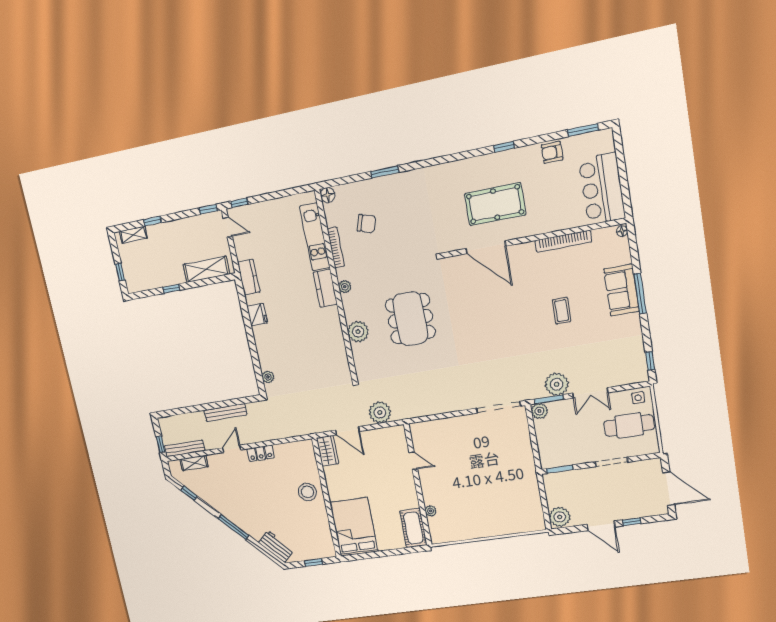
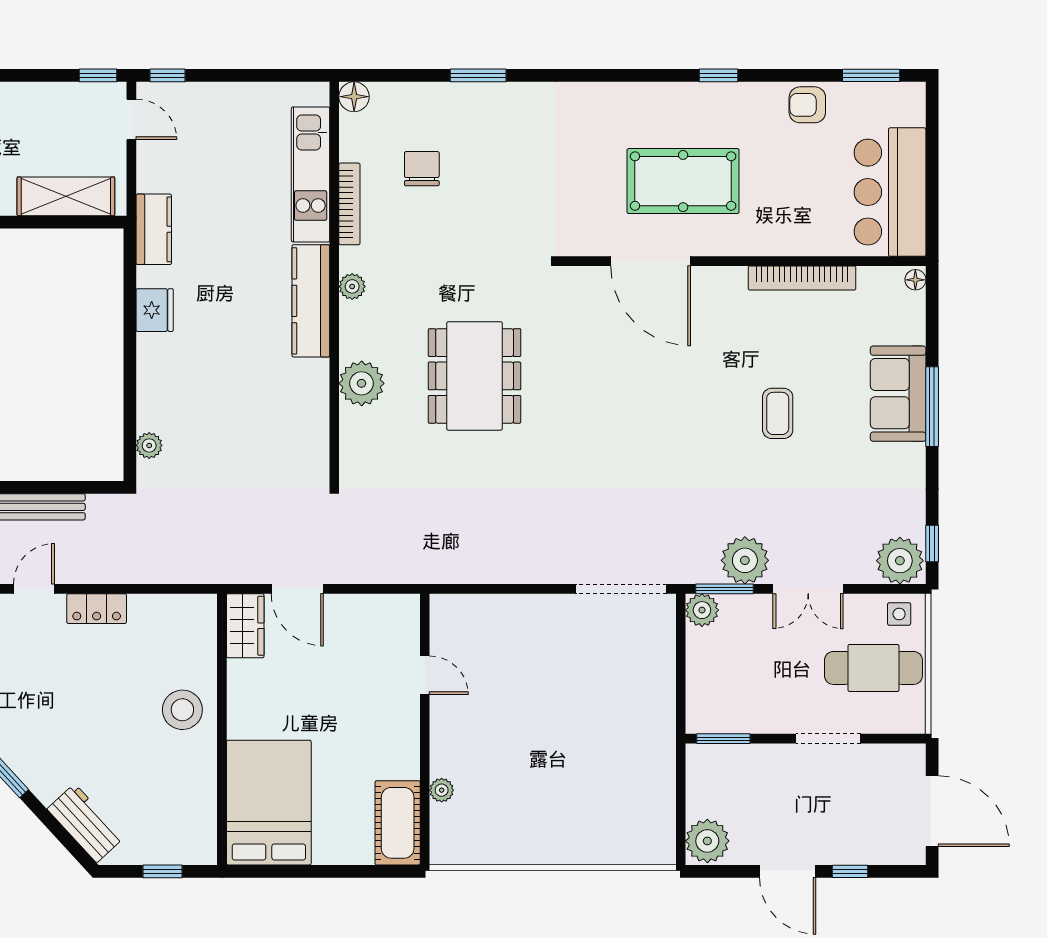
chair: (366, 224) -> (422, 169), turned -108
kitchen counter: (325, 288) -> (311, 301), width x1.50
plant: (380, 412) -> (900, 561), moved

